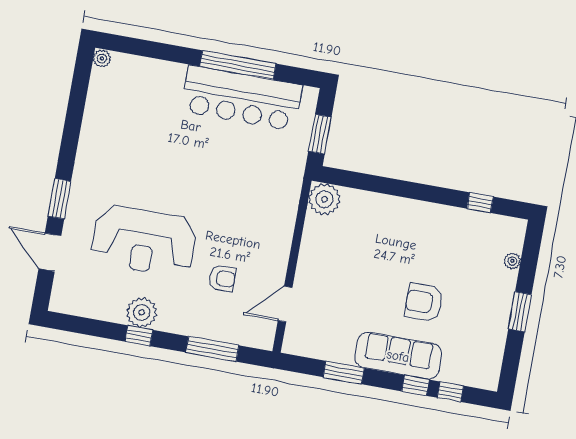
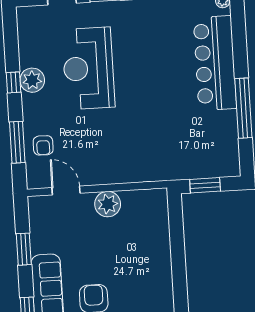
bar counter: (242, 98) -> (215, 63), moved
plant: (324, 199) -> (108, 204), moved
armchair: (222, 278) -> (43, 145), moved

